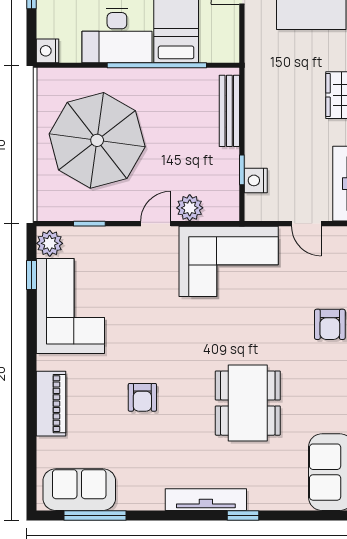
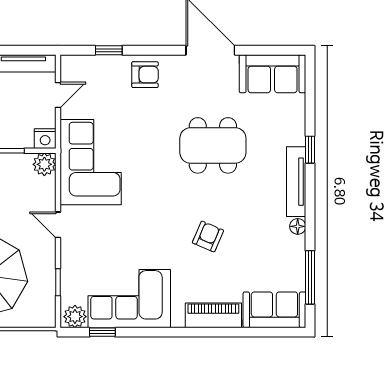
nightstand: (256, 180) -> (45, 139), moved
plant: (190, 208) -> (44, 164), moved
armchair: (142, 397) -> (208, 236), turned -67
sofa: (79, 490) -> (274, 310), moved, turned 90
floor lamp: (154, 501) -> (298, 226), added

